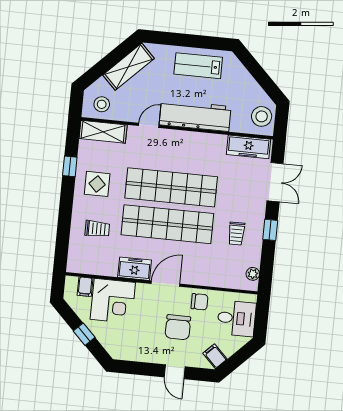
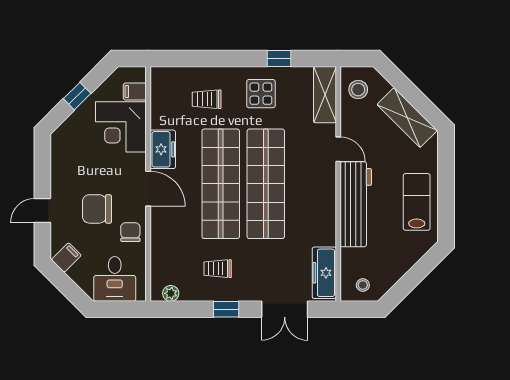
stool: (262, 116) -> (363, 285), width x0.53, depth x0.53
trolley: (97, 229) -> (207, 99), turned 90
chair: (200, 302) -> (130, 232), turned 180

